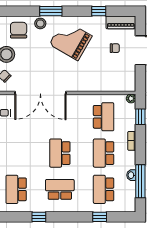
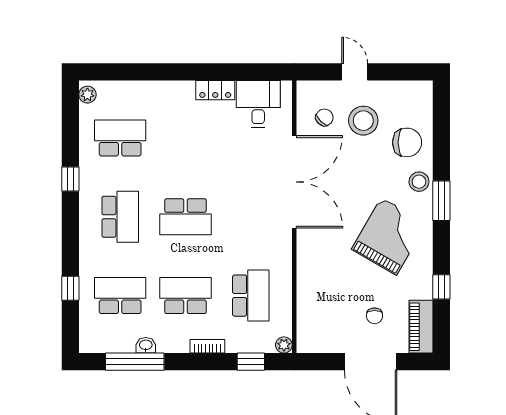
double door: (40, 93) -> (294, 182), swing flipped
school desk: (104, 117) -> (251, 296), turned -90
school desk: (60, 153) -> (185, 217), turned 180

